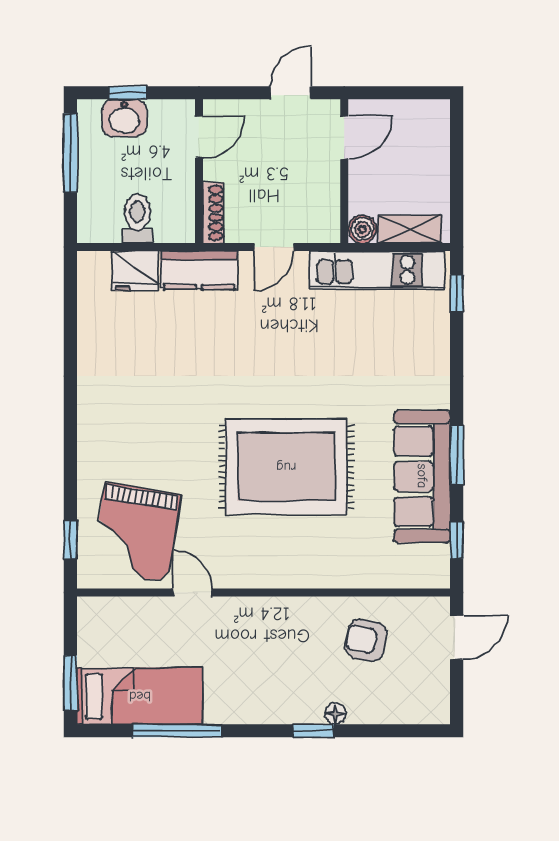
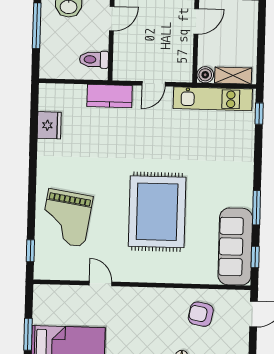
shoe rack: (213, 213) -> (119, 63), removed
toilet: (137, 219) -> (94, 60), moved, turned -90
fridge: (135, 271) -> (49, 125), moved, turned -90
rug: (286, 467) -> (157, 212), turned 90
sofa: (422, 476) -> (235, 247), moved
grand piano: (136, 533) -> (66, 218), moved

